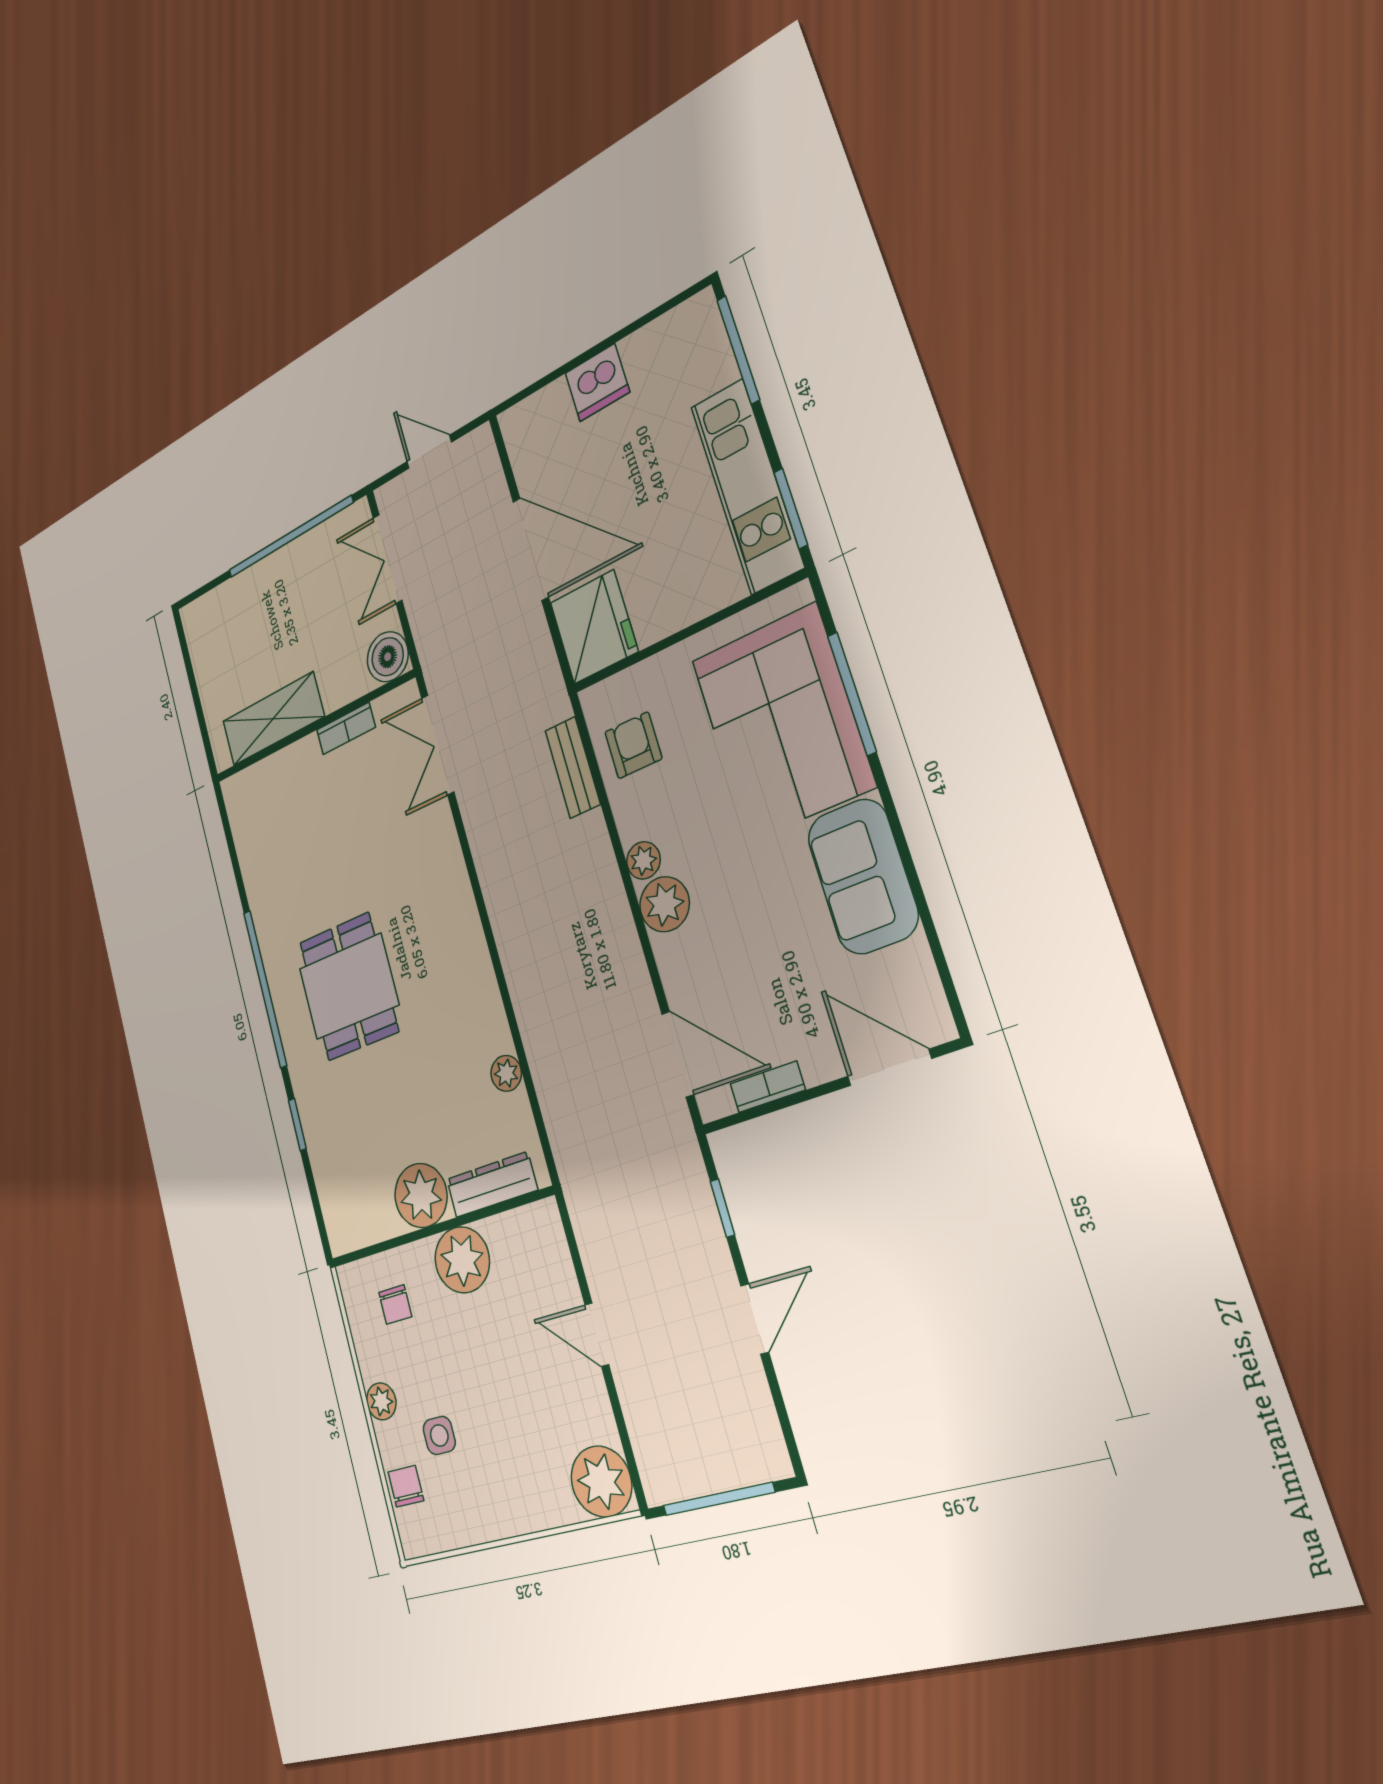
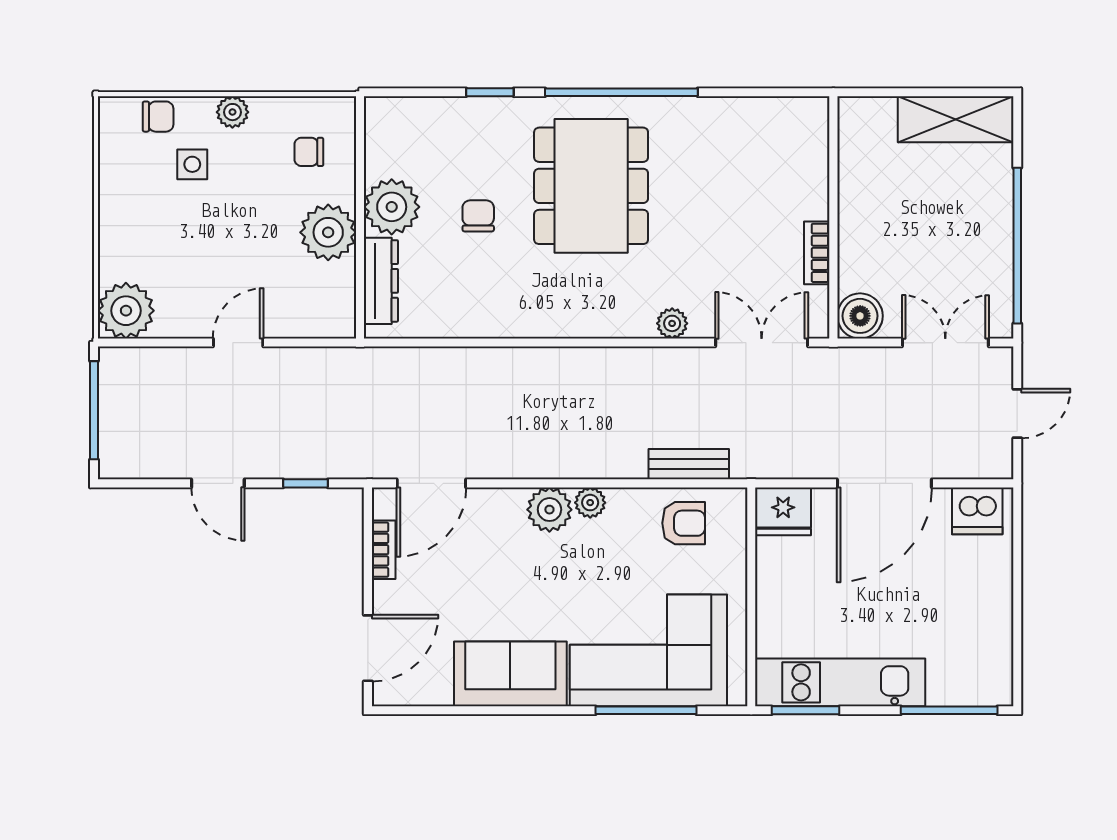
dishwasher: (597, 383) -> (977, 511), moved, turned -90
fridge: (594, 627) -> (783, 511), width x0.73, depth x0.75
shelving: (273, 719) -> (956, 119), moved, turned 90
dining table: (349, 987) -> (591, 186), width x1.37
plant: (506, 1073) -> (672, 323), moved
chair: (405, 1097) -> (478, 216), added

